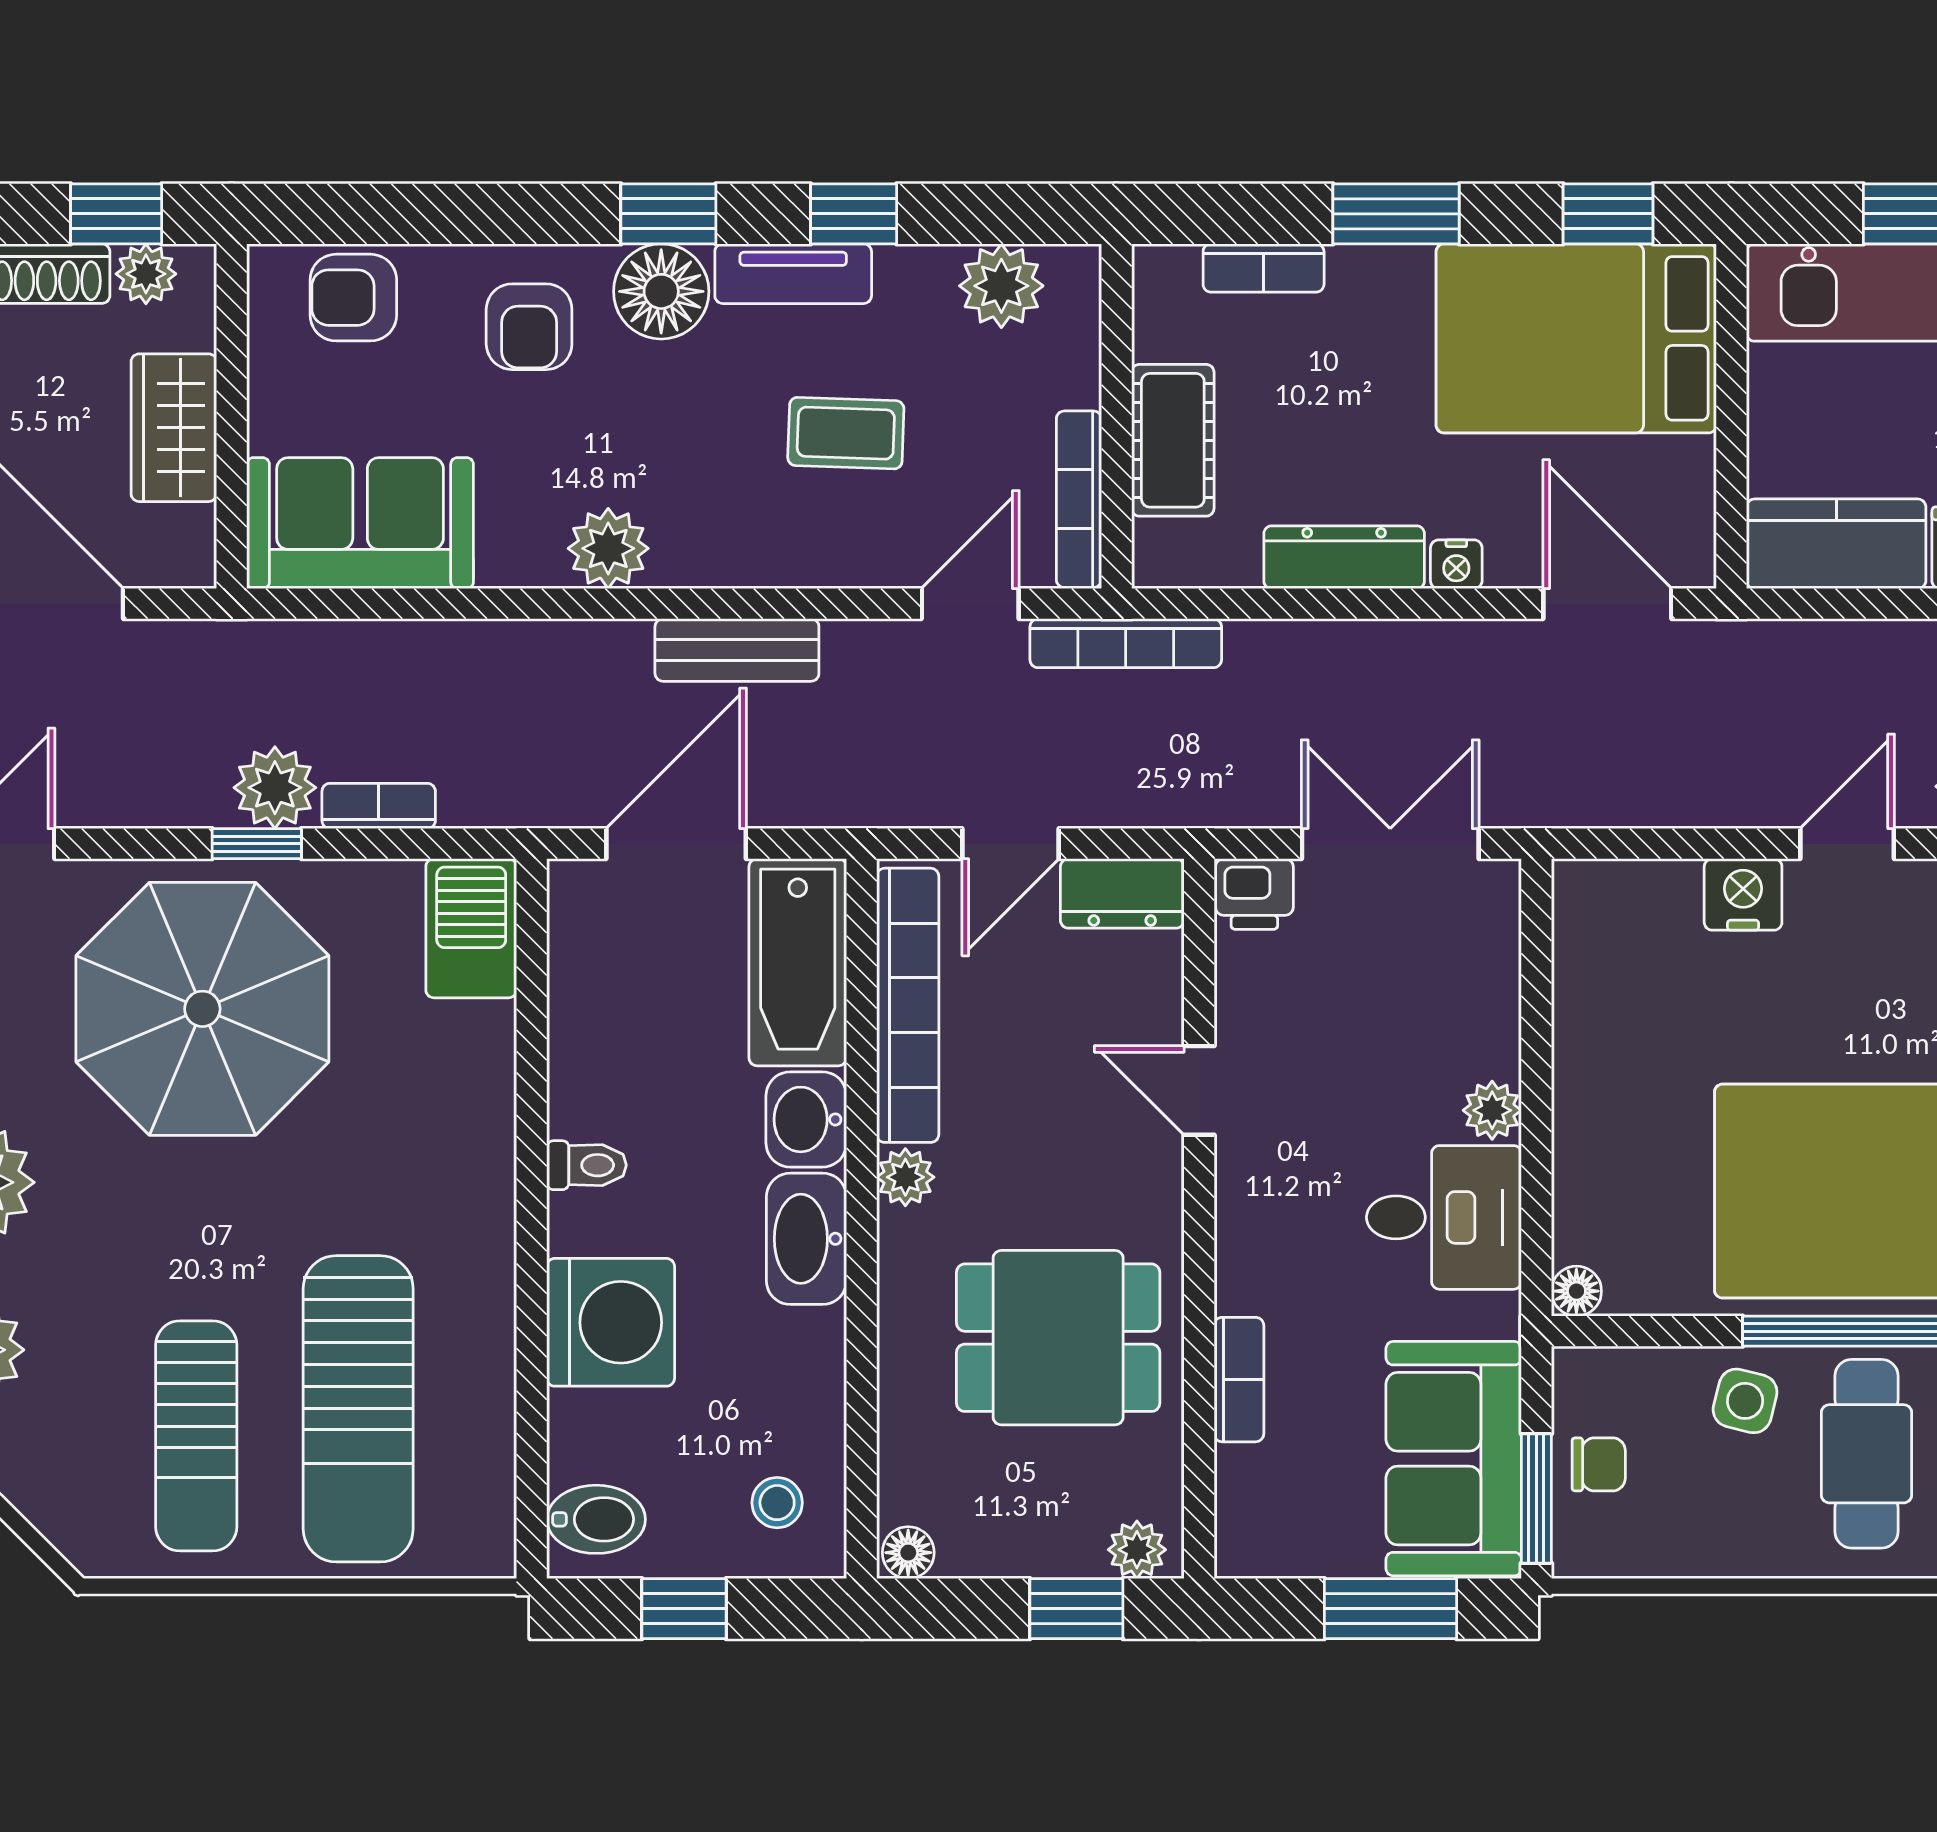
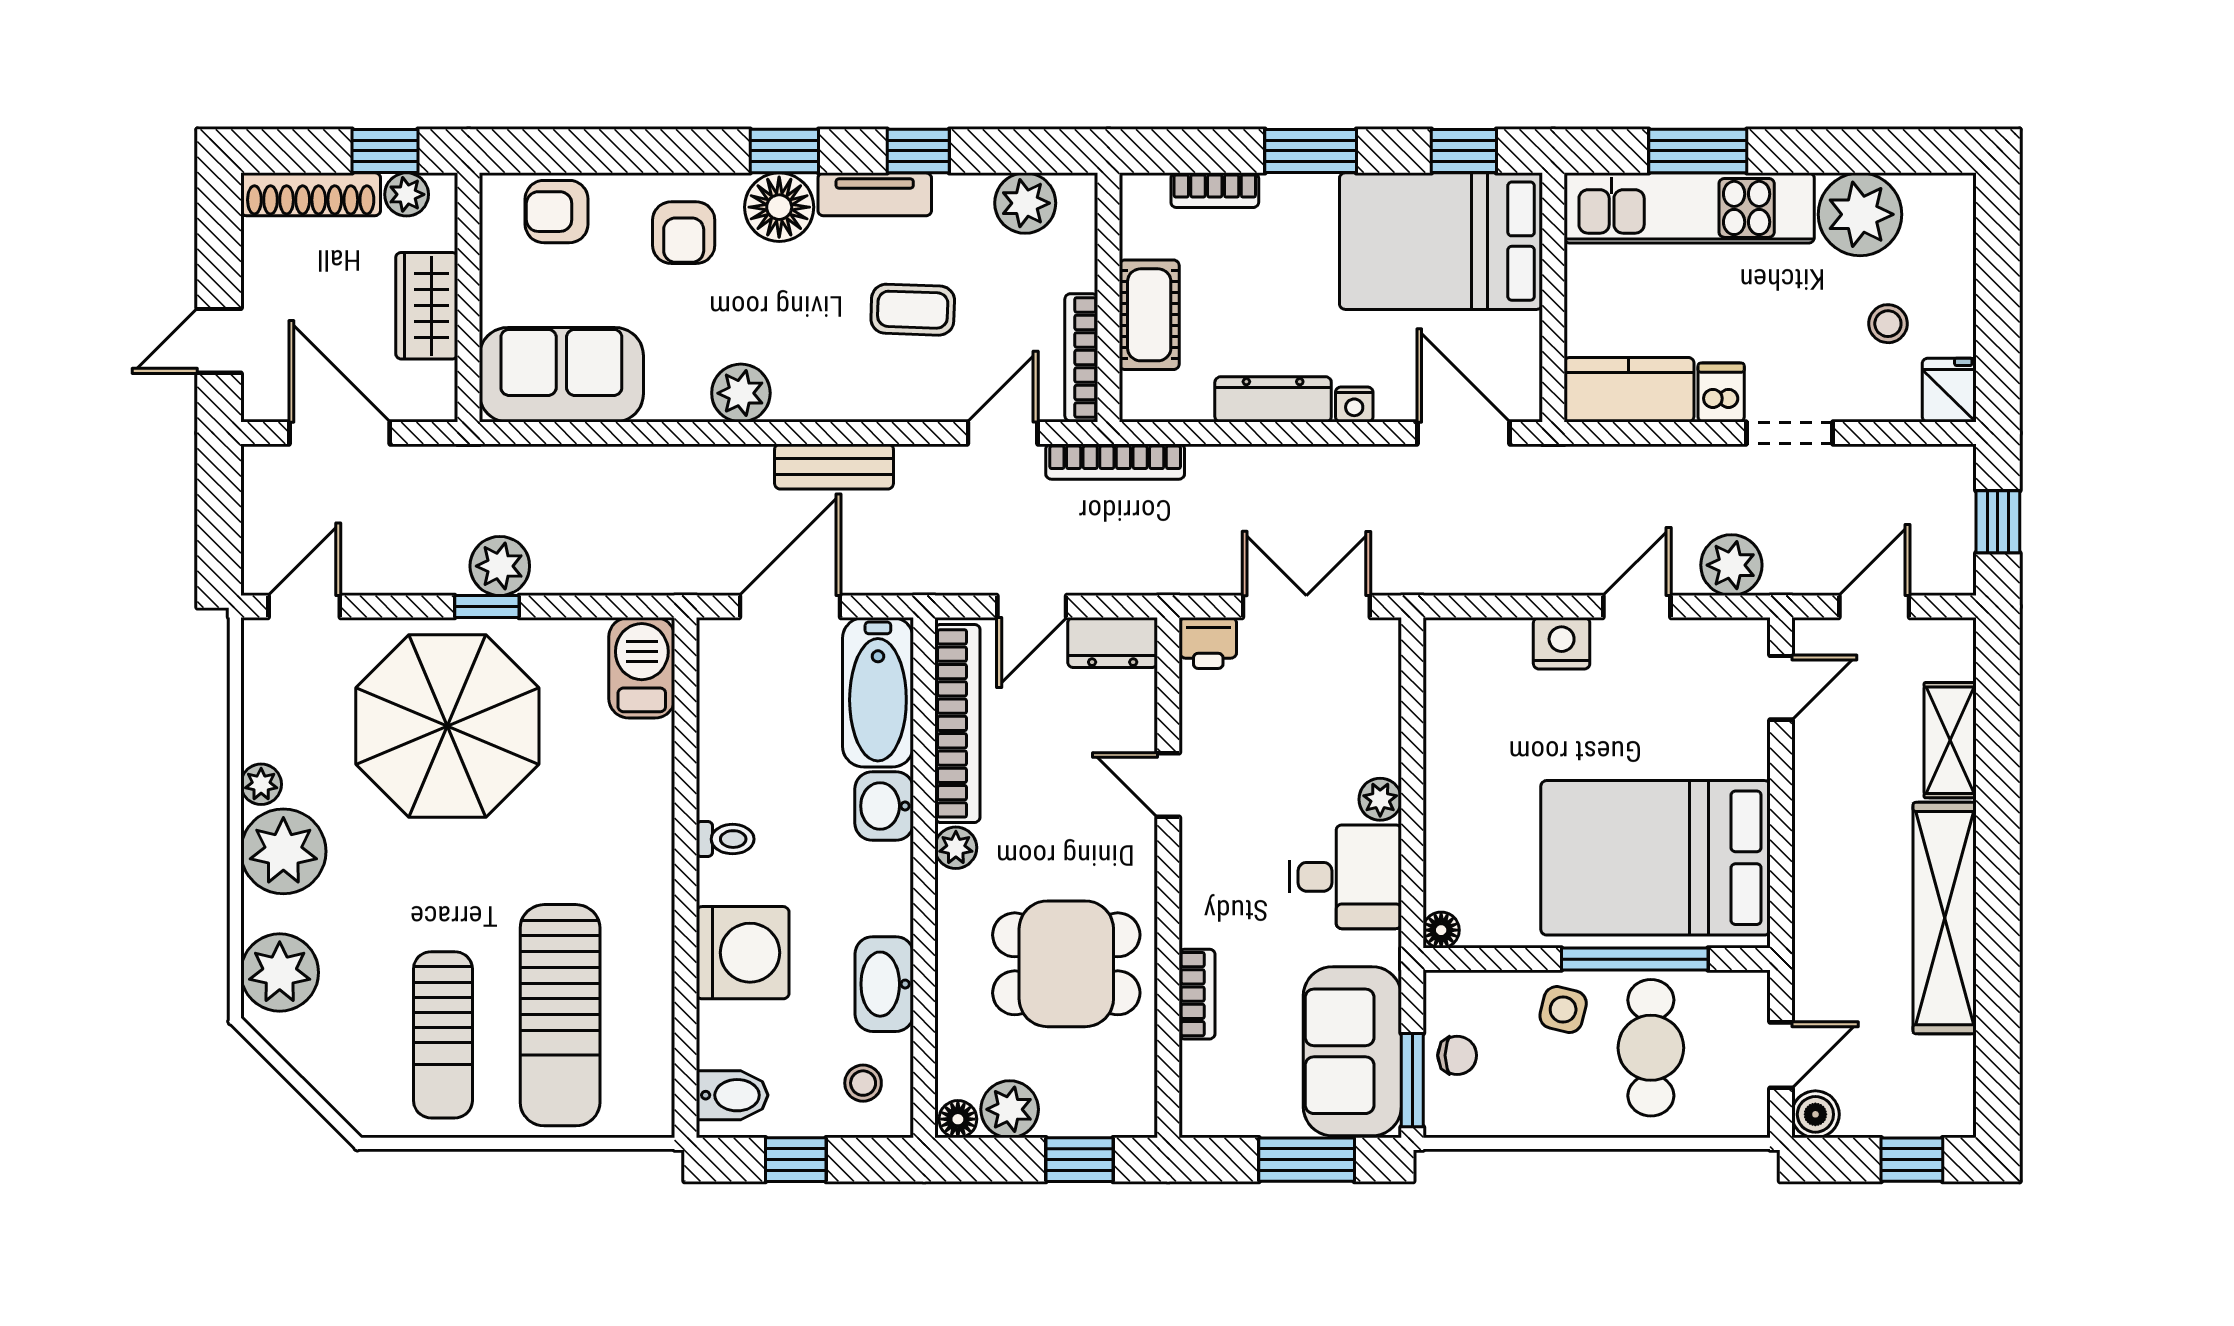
bookcase: (379, 806) -> (575, 579), removed
washbasin: (806, 1239) -> (884, 984), moved
plant: (1137, 1550) -> (1010, 1109), moved, width x1.38, depth x1.38

